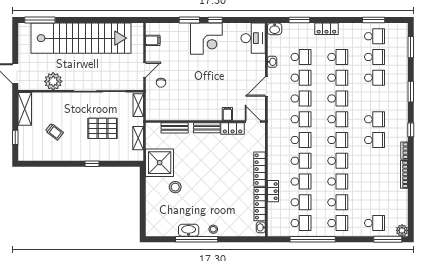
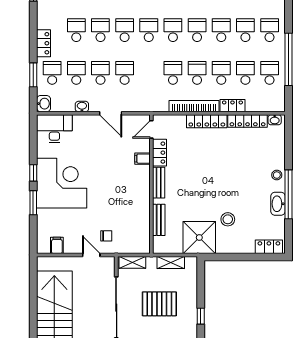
corner desk: (206, 39) -> (62, 183), width x1.36, depth x1.36
school desk: (301, 119) -> (52, 73), moved
pallet: (103, 128) -> (159, 304), turned 90
bookcase: (272, 158) -> (194, 106), added
locker: (152, 222) -> (269, 247), added

